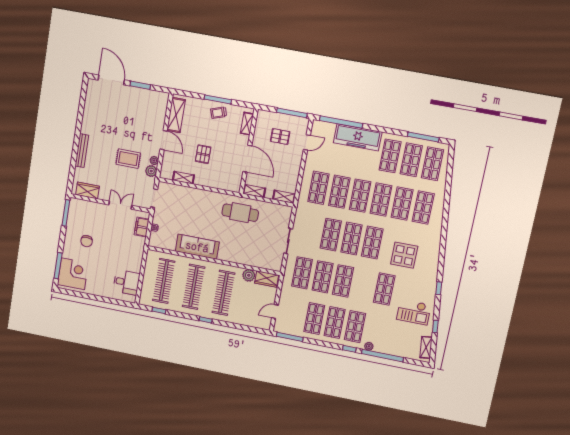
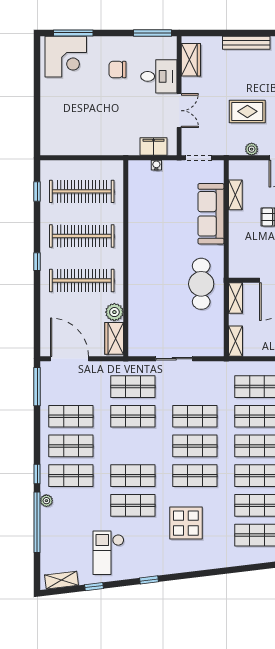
rug: (128, 159) -> (247, 111), turned 90
plant: (151, 171) -> (236, 147), removed
sofa: (197, 247) -> (211, 214), moved, turned 180
shop shelf: (343, 281) -> (133, 476), moved
desk: (126, 282) -> (159, 76), moved, turned -90
door: (275, 312) -> (70, 359), width x1.88

